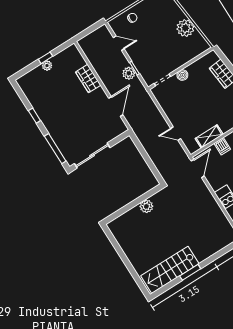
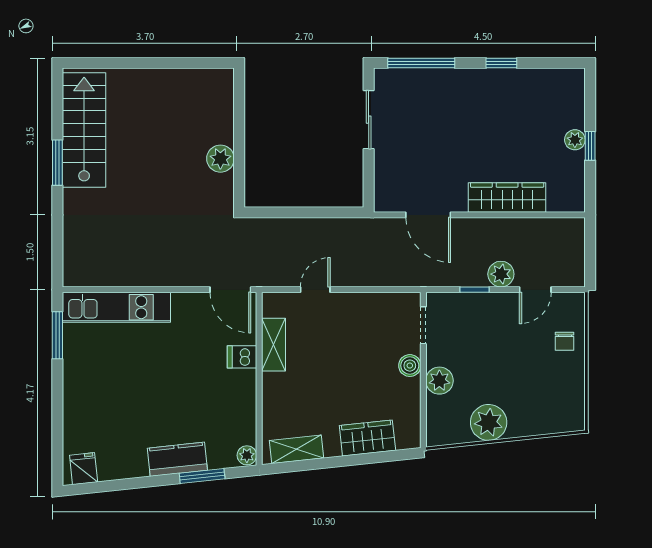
plant: (181, 59) -> (439, 381), added
plant: (129, 73) -> (501, 274), moved
wardrobe: (88, 79) -> (507, 197), width x1.50
sliding door: (92, 156) -> (369, 120), width x0.73

